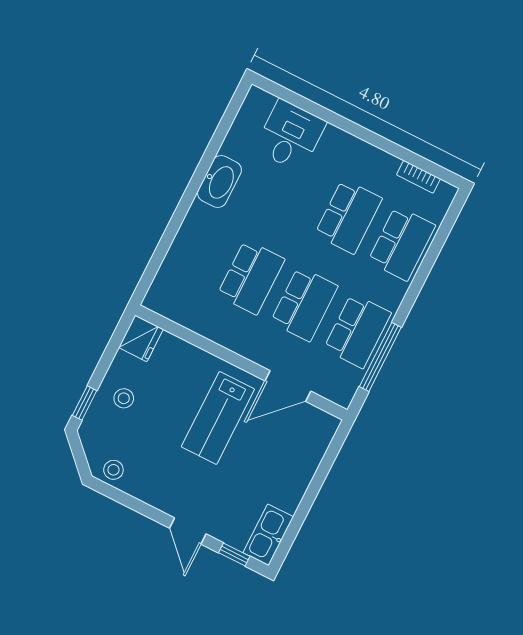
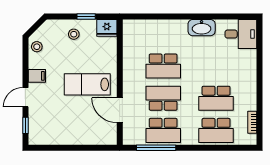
desk: (290, 136) -> (241, 34), moved
school desk: (304, 304) -> (163, 98), turned 180
window: (85, 403) -> (86, 16), moved
filing cabinet: (162, 494) -> (37, 76), added
kitchen sink: (268, 535) -> (43, 137), removed

